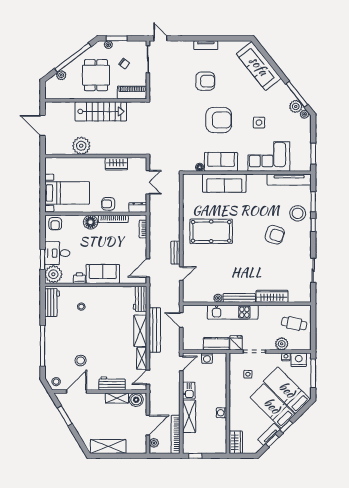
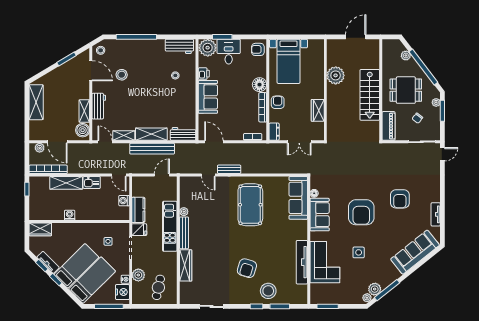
tv unit: (206, 45) -> (436, 214), moved
tv unit: (289, 180) -> (302, 262), moved
sofa: (224, 183) -> (298, 198), moved

